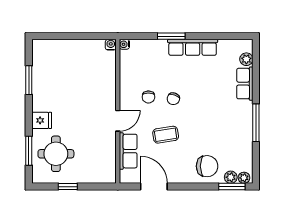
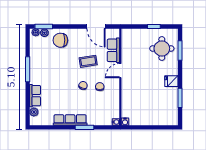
fridge: (42, 120) -> (171, 81), moved

